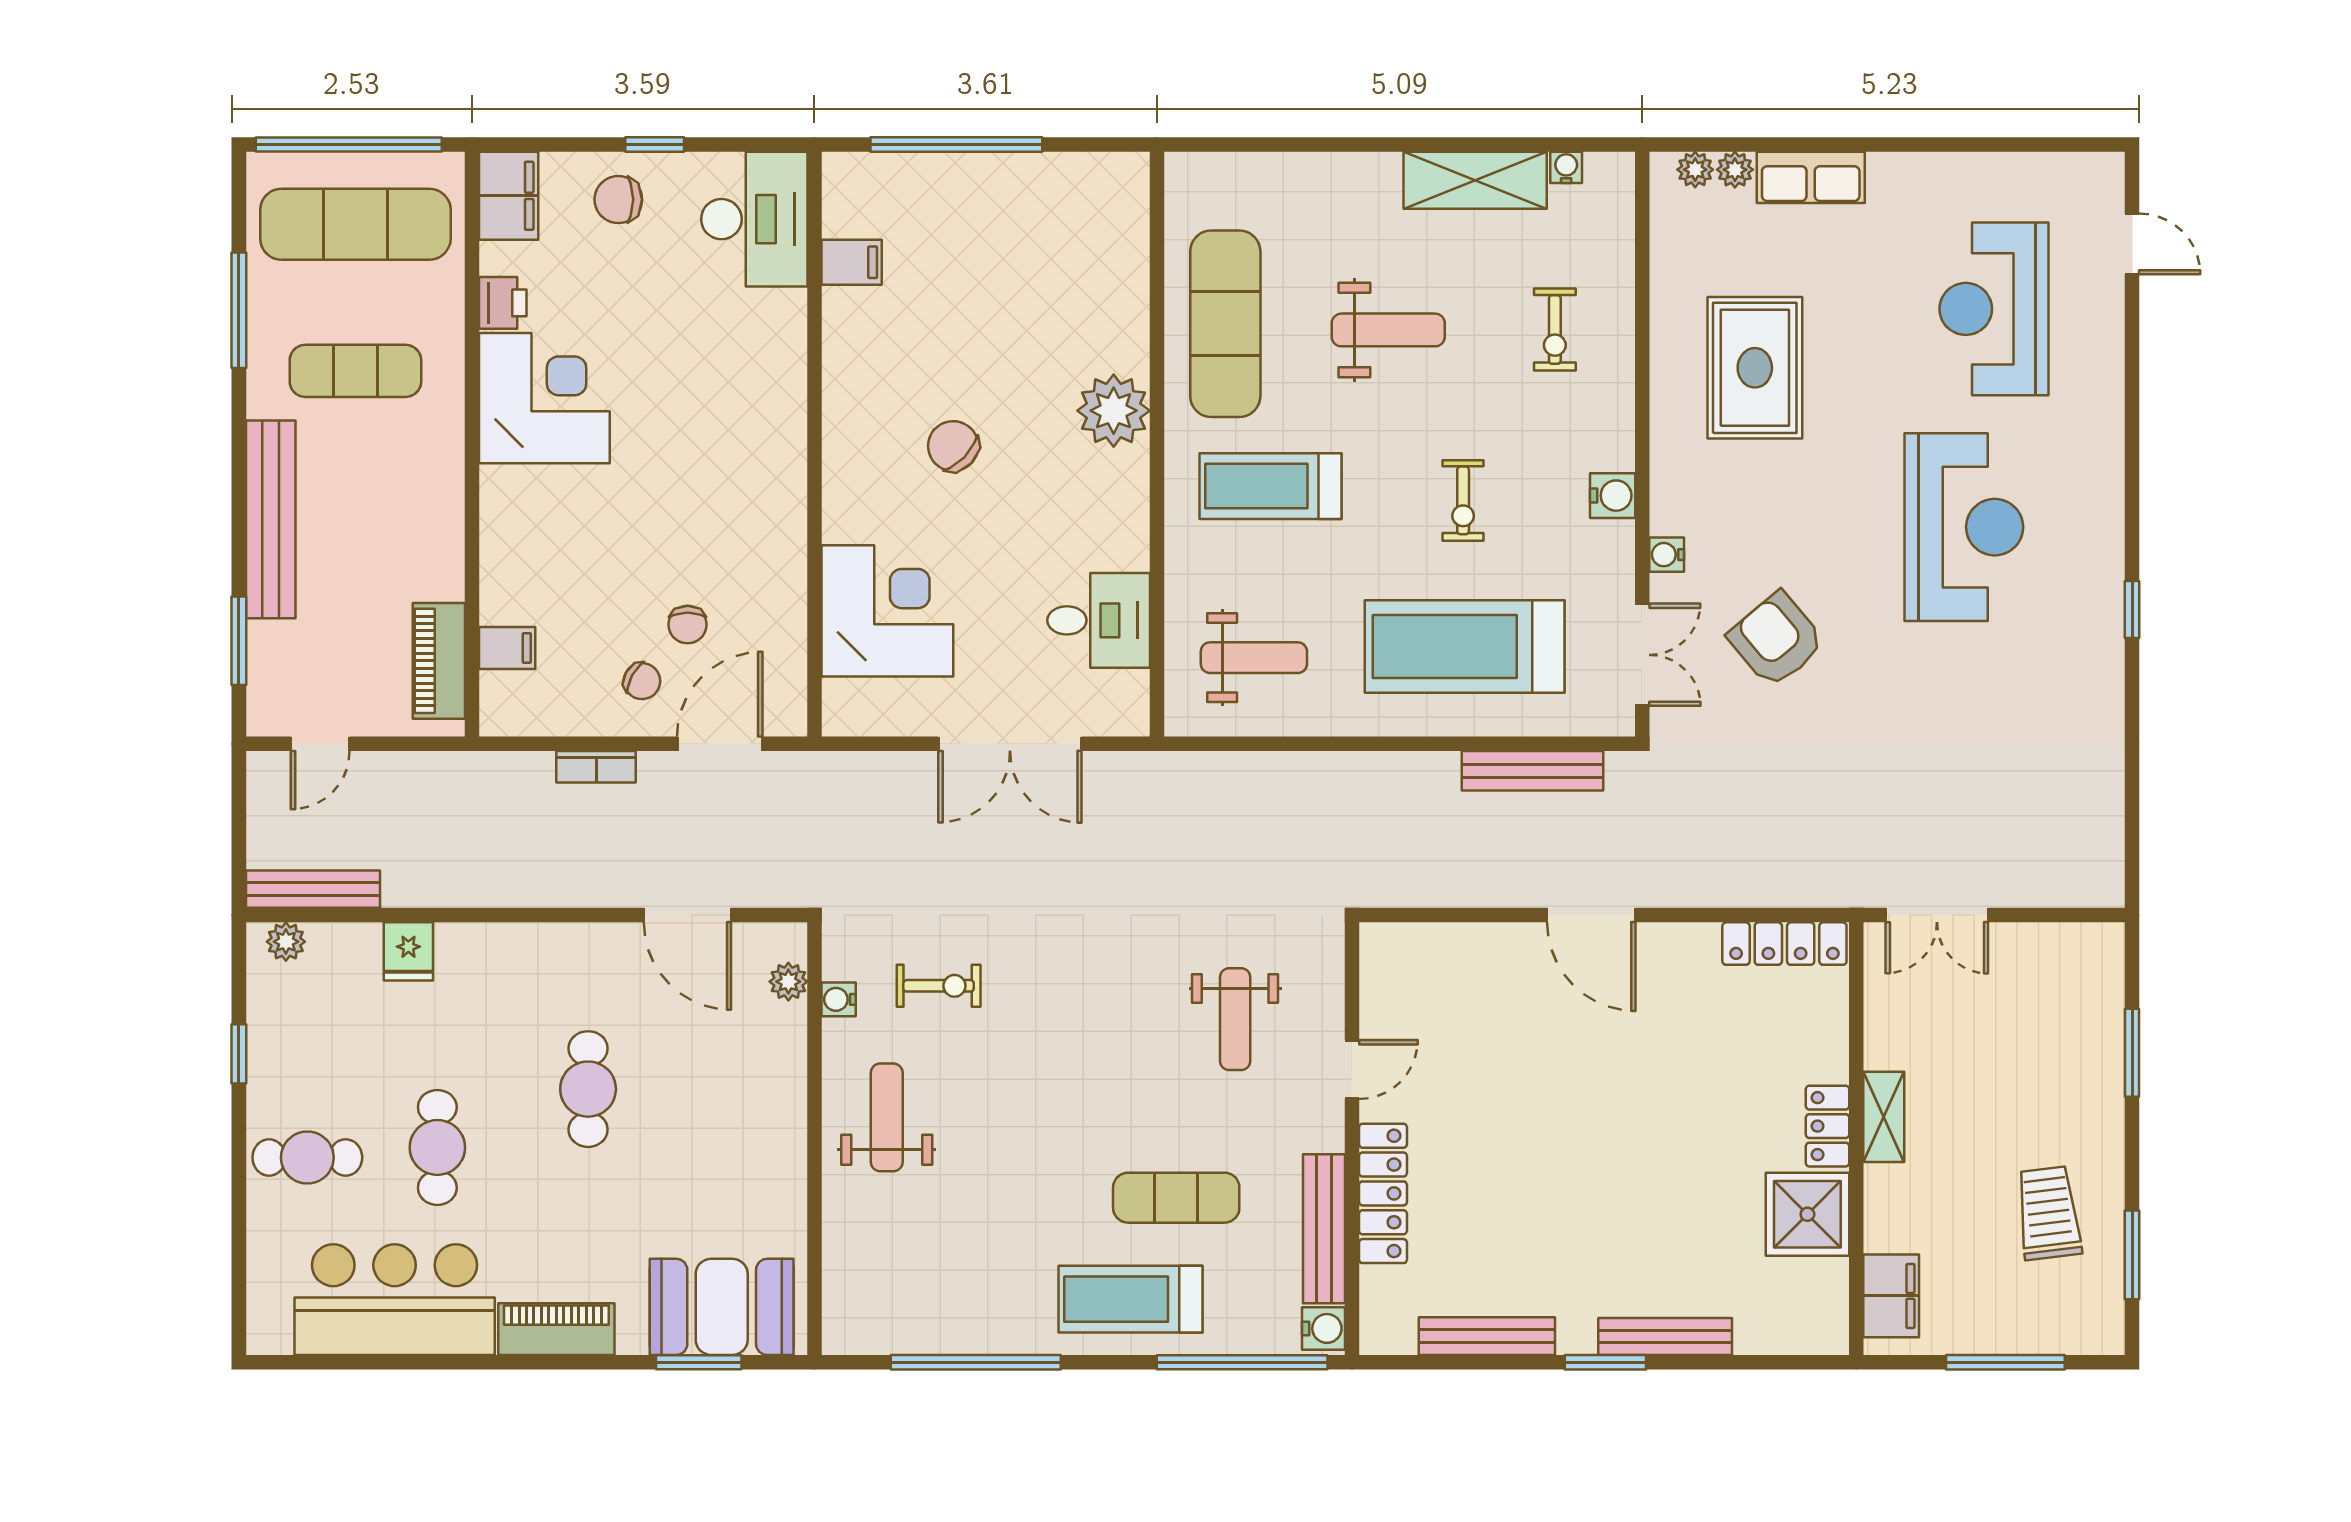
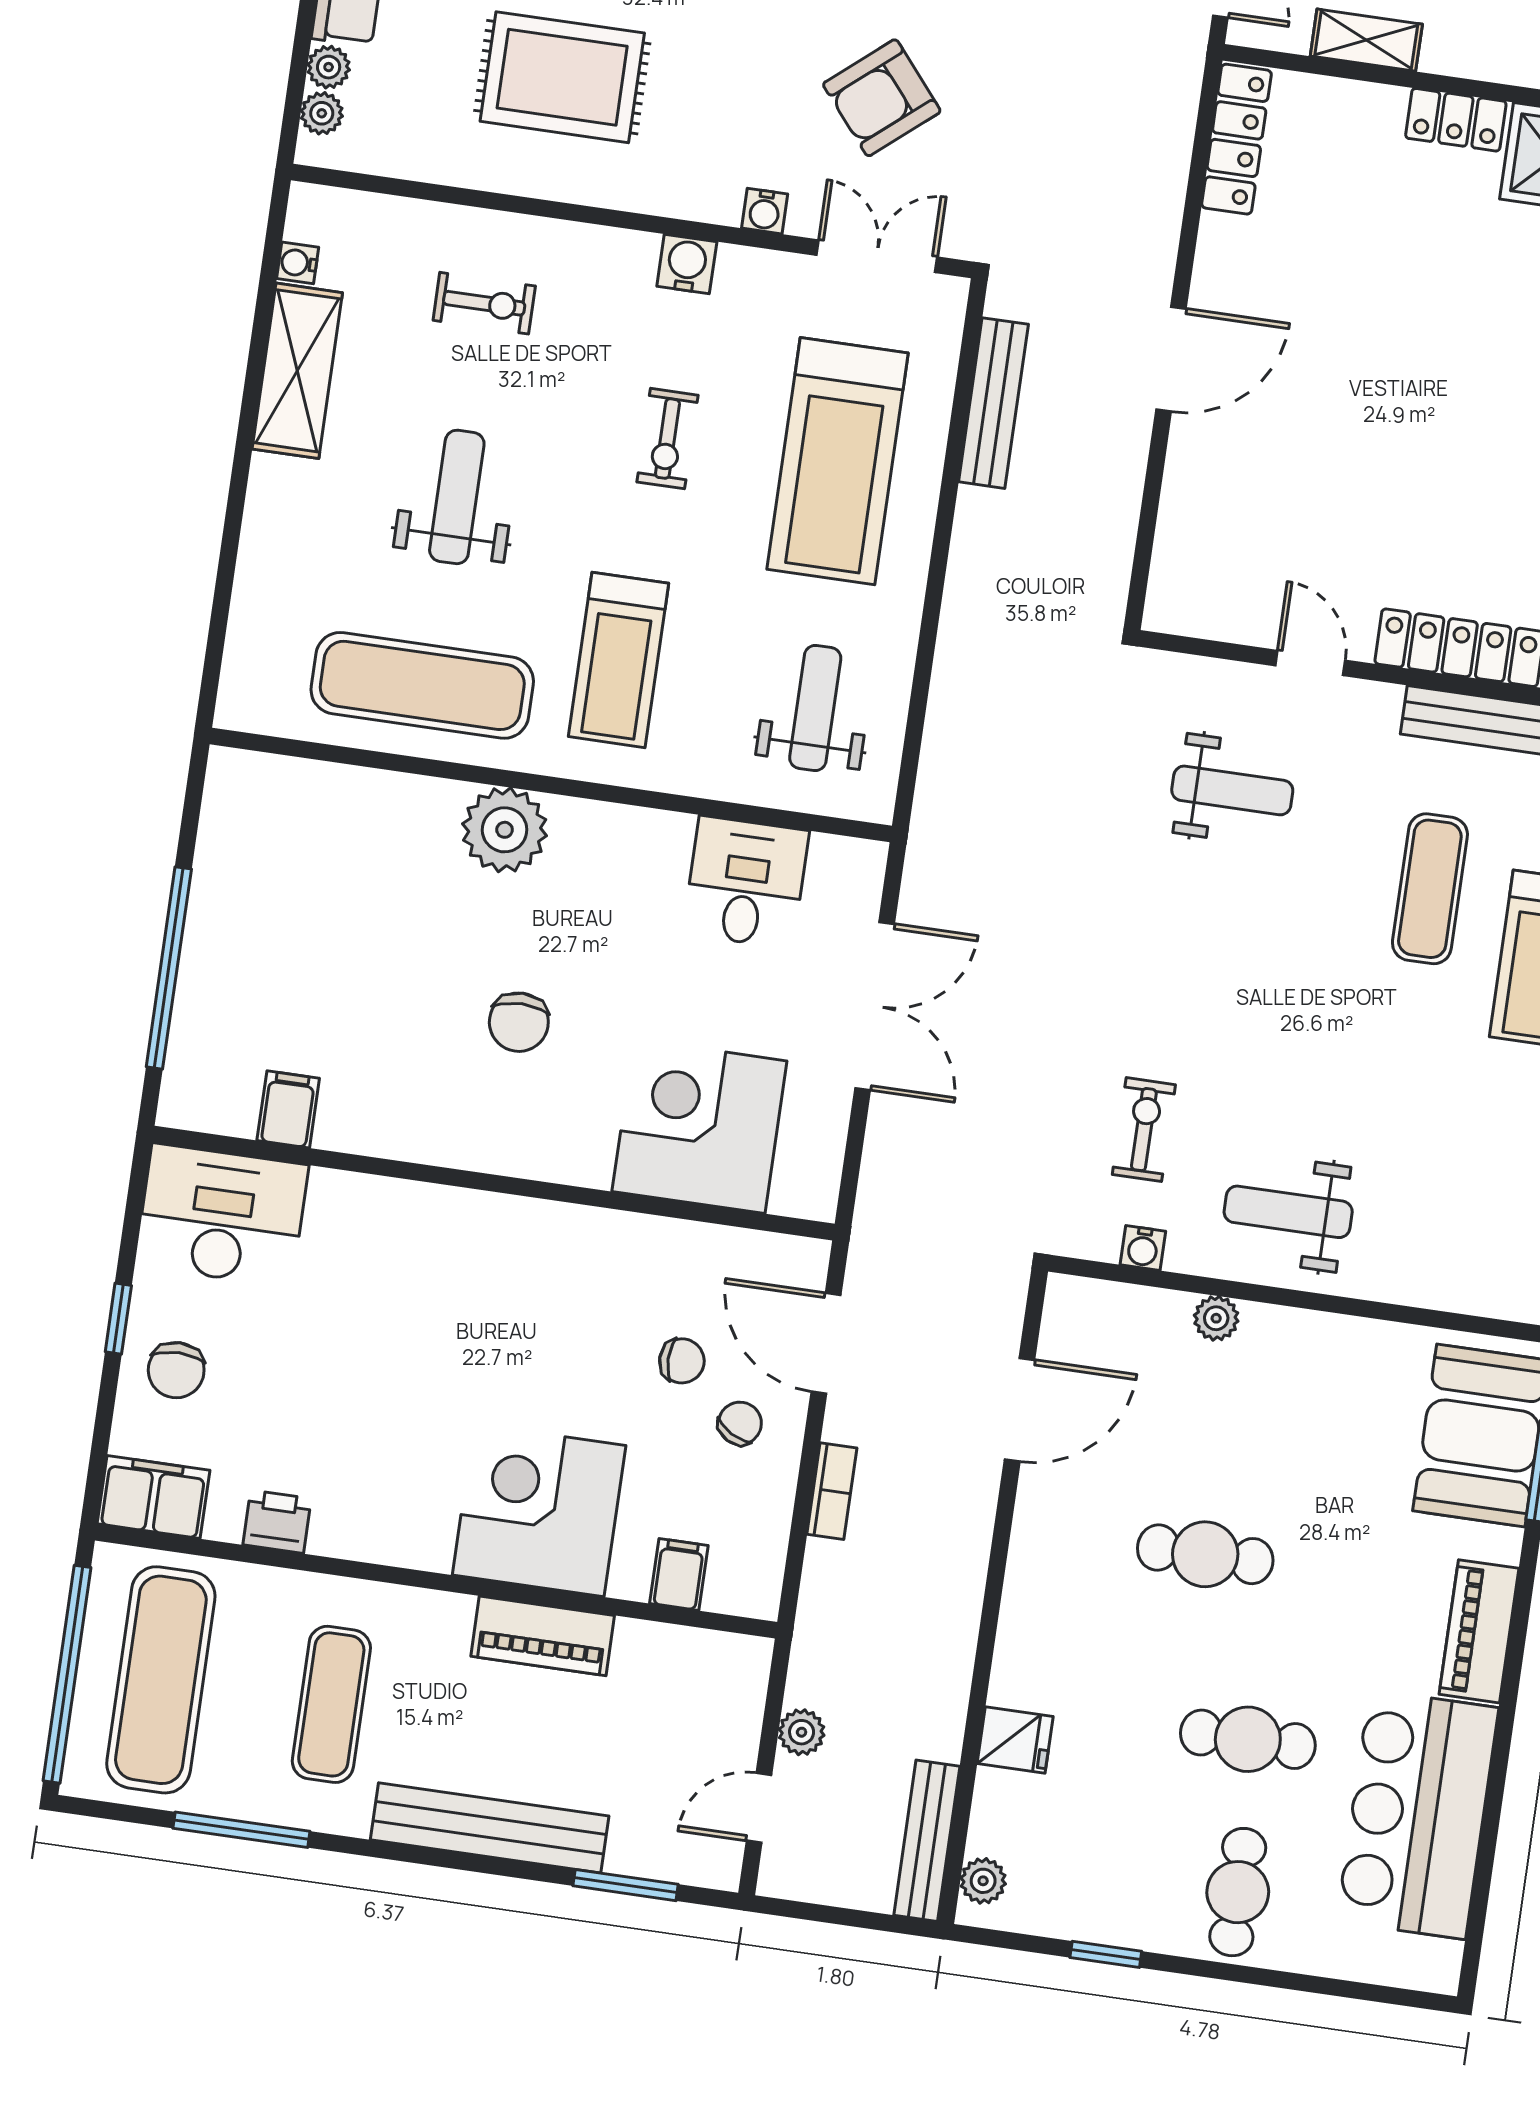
corner desk: (544, 398) -> (539, 1510), moved
chair: (953, 446) -> (519, 1022), turned -44
exercise bike: (1463, 500) -> (667, 439), turned 90
piano: (439, 661) -> (543, 1636), moved
door: (320, 744) -> (759, 1808), swing flipped
plant: (389, 771) -> (802, 1732), added
plant: (788, 982) -> (1216, 1318), moved
shelving: (1884, 1117) -> (1366, 40), moved

